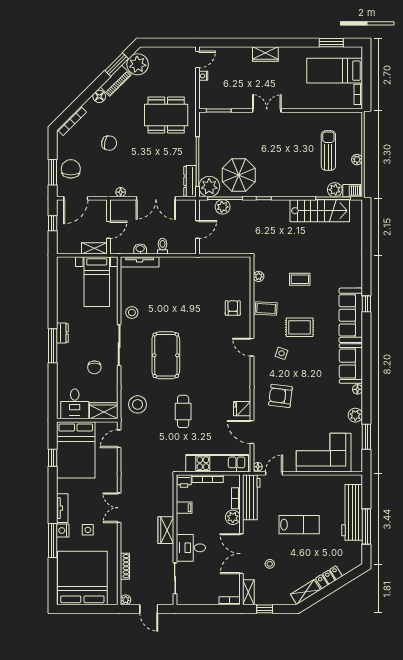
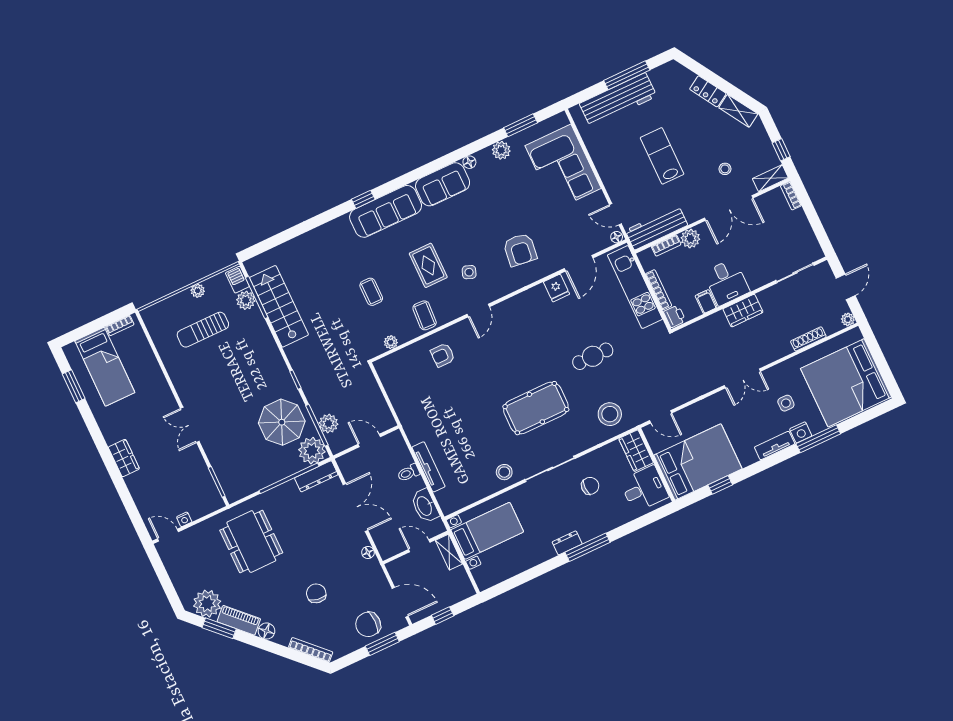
washbasin: (140, 249) -> (425, 506), width x1.91, depth x1.45
tv unit: (140, 262) -> (429, 467), moved
desk: (191, 548) -> (726, 282), moved

